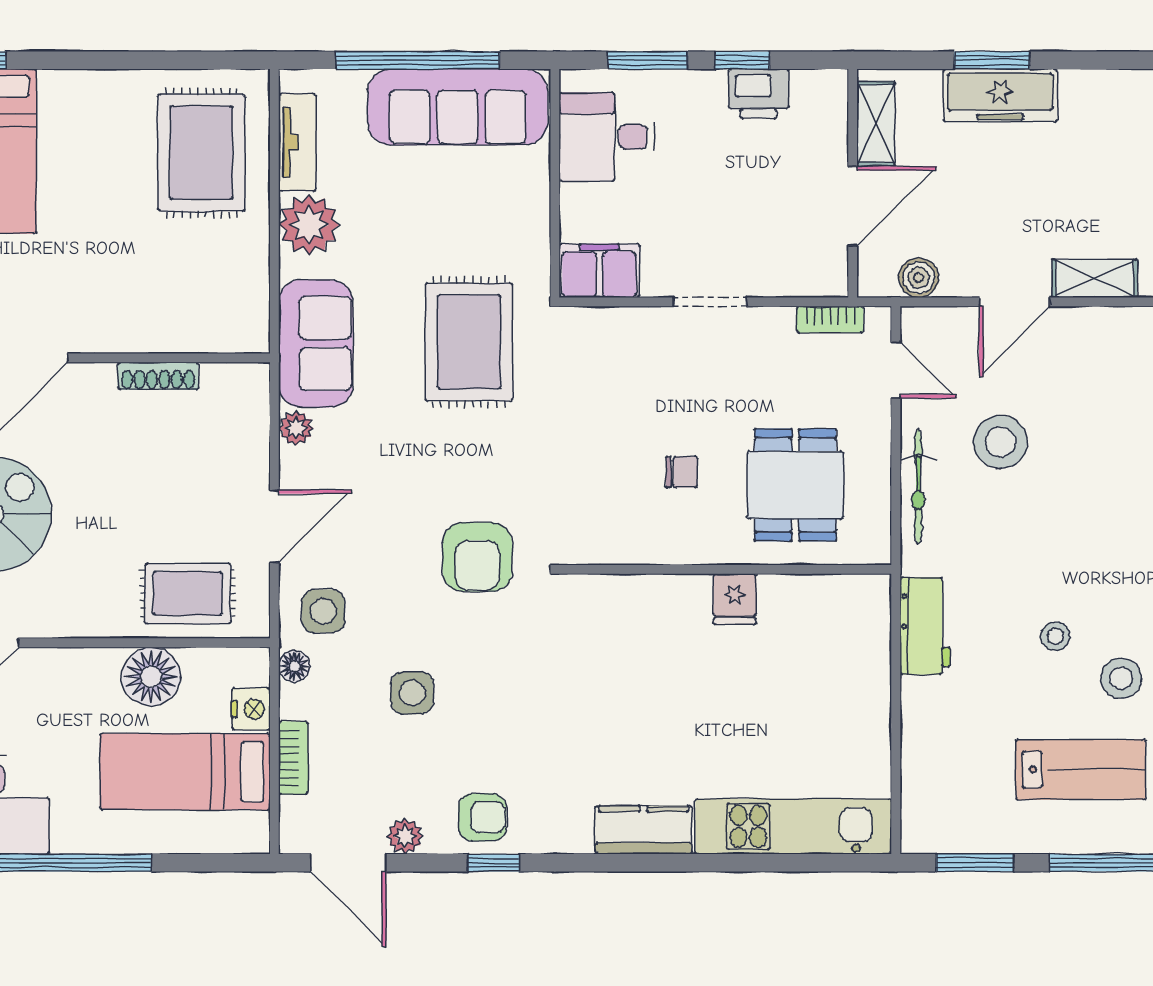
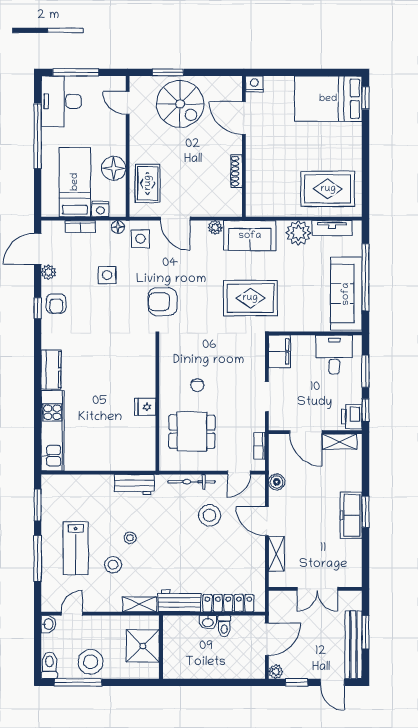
shelving: (876, 124) -> (340, 442), moved
wall: (853, 183) -> (315, 432), moved
door: (853, 206) -> (306, 432), moved

